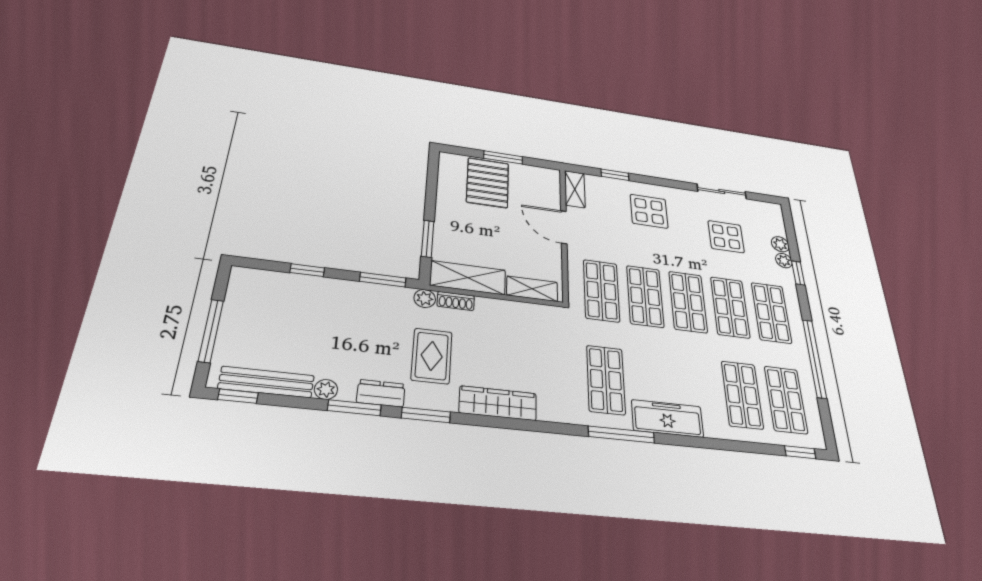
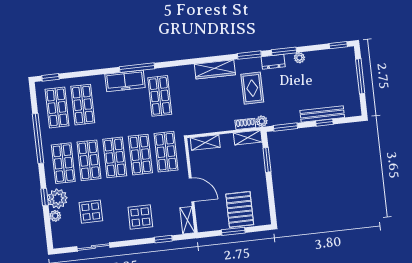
plant: (784, 261) -> (58, 199), width x1.87, depth x1.87
shelving: (468, 278) -> (248, 137), width x0.67, depth x0.75
bench: (266, 382) -> (322, 114), moved
window: (621, 434) -> (137, 68), moved

